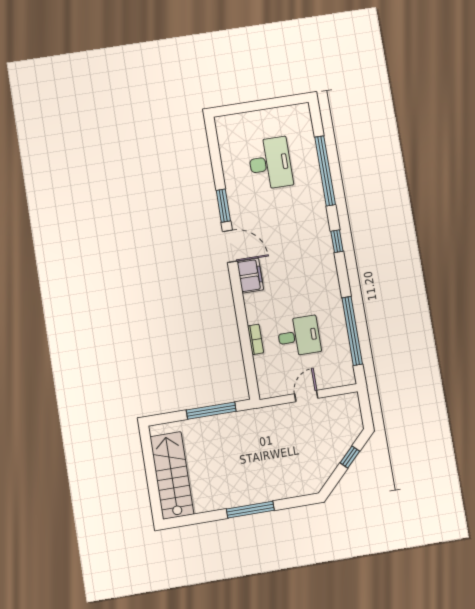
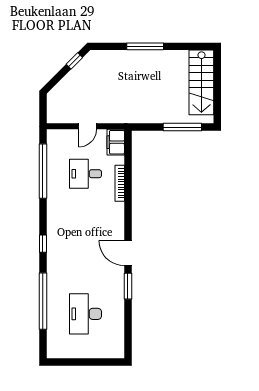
filing cabinet: (250, 276) -> (116, 142), moved
bookcase: (256, 339) -> (120, 183), width x1.56
window: (211, 411) -> (182, 127), moved
window: (350, 457) -> (74, 61), moved

